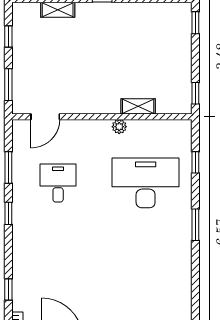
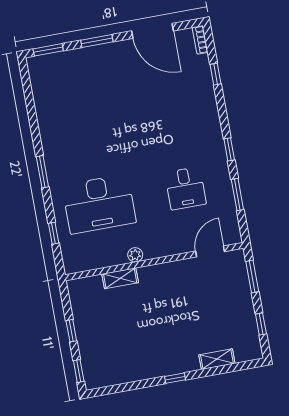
window: (195, 93) -> (71, 331), moved

